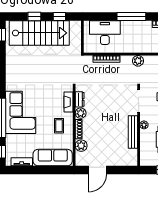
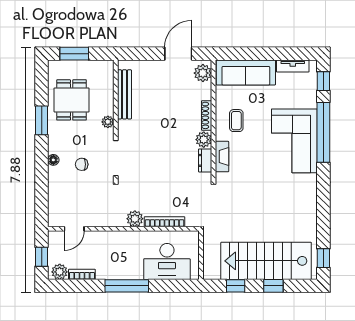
plant: (138, 61) -> (135, 219), moved
bench: (133, 132) -> (124, 94), moved
plant: (81, 146) -> (203, 73), moved

